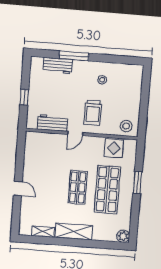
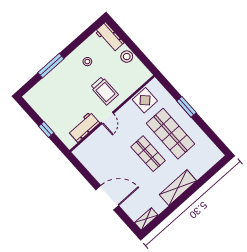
workbench: (58, 66) -> (109, 37), moved, turned 90
stool: (126, 126) -> (127, 57), moved
door: (18, 188) -> (107, 198), width x1.87
shelving: (43, 232) -> (146, 219), moved
plant: (123, 236) -> (216, 155), removed

